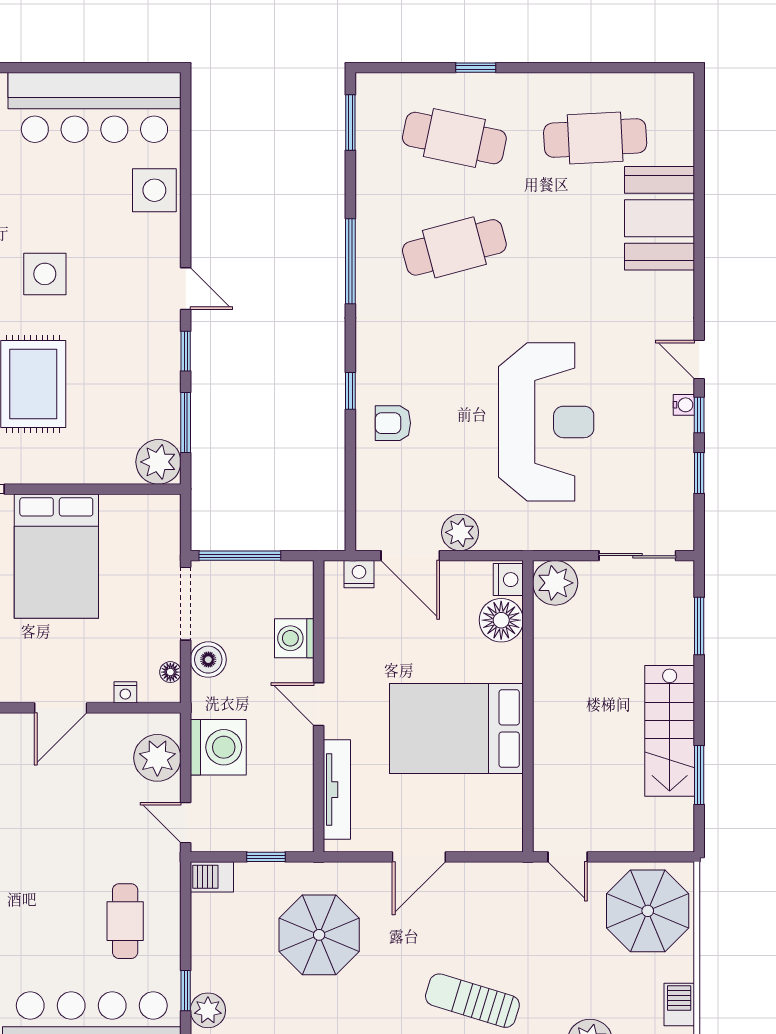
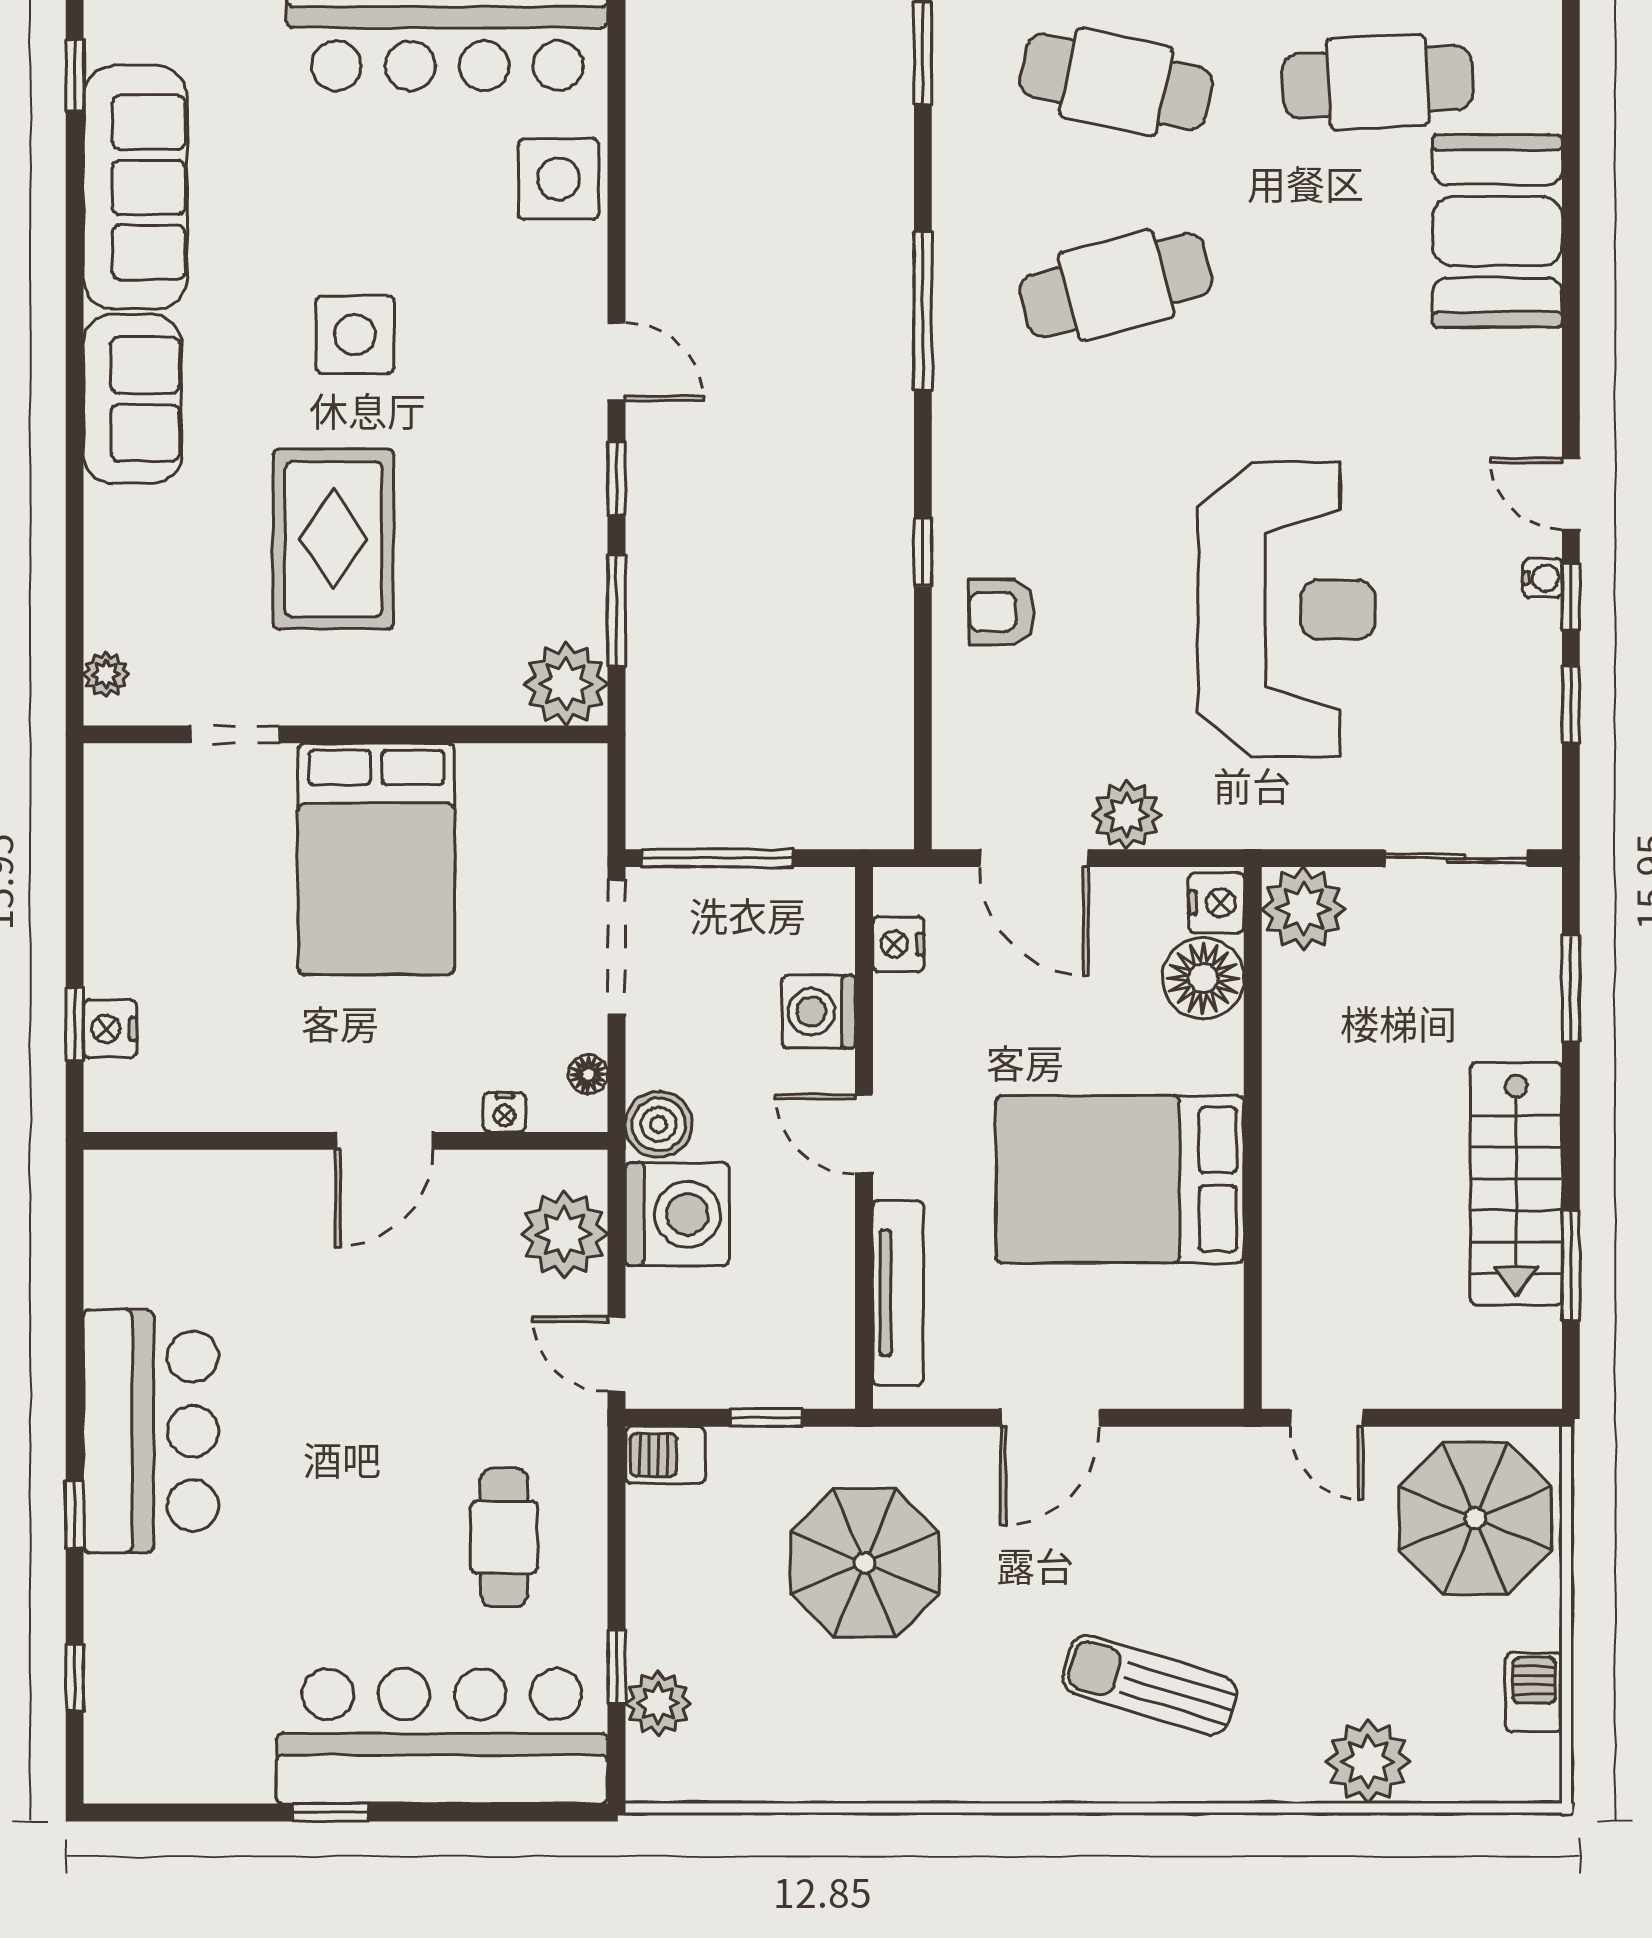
nightstand: (359, 574) -> (898, 944), moved, turned -90
boiler: (208, 660) -> (659, 1124), moved

